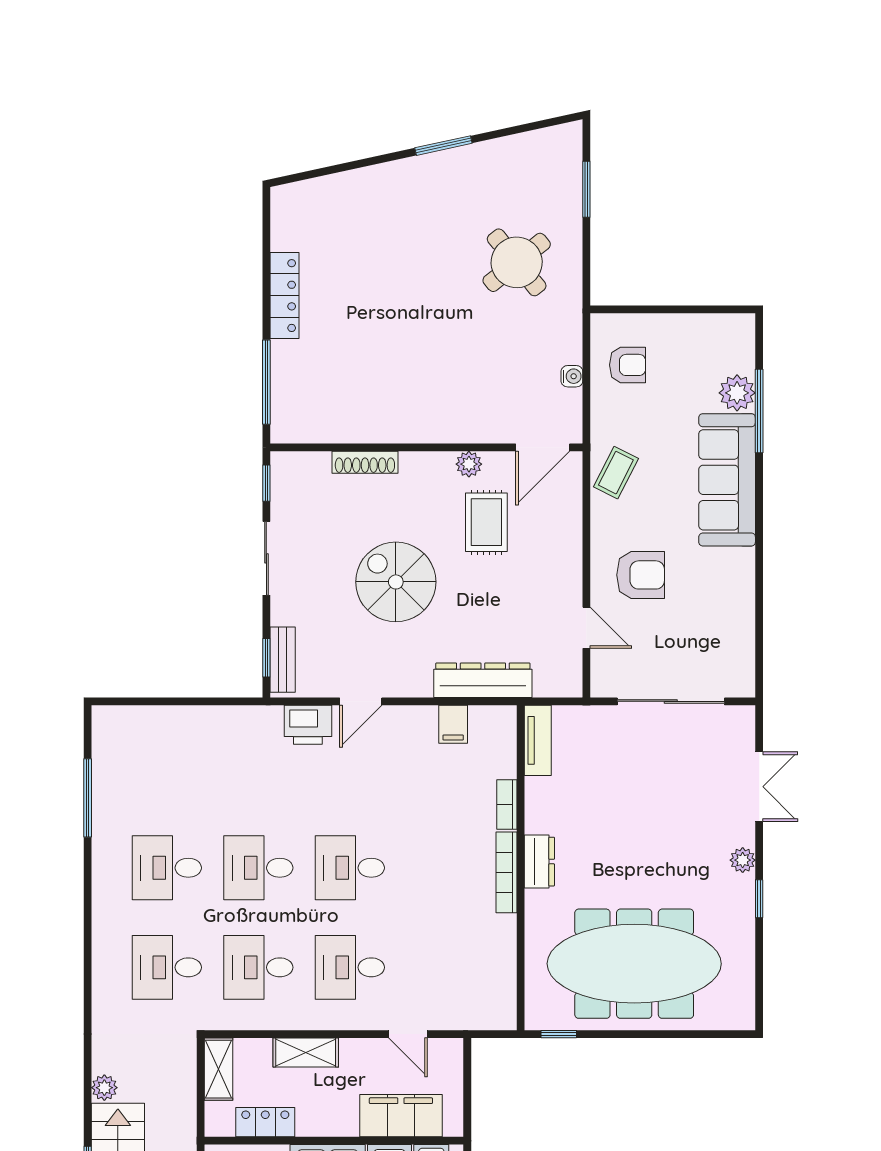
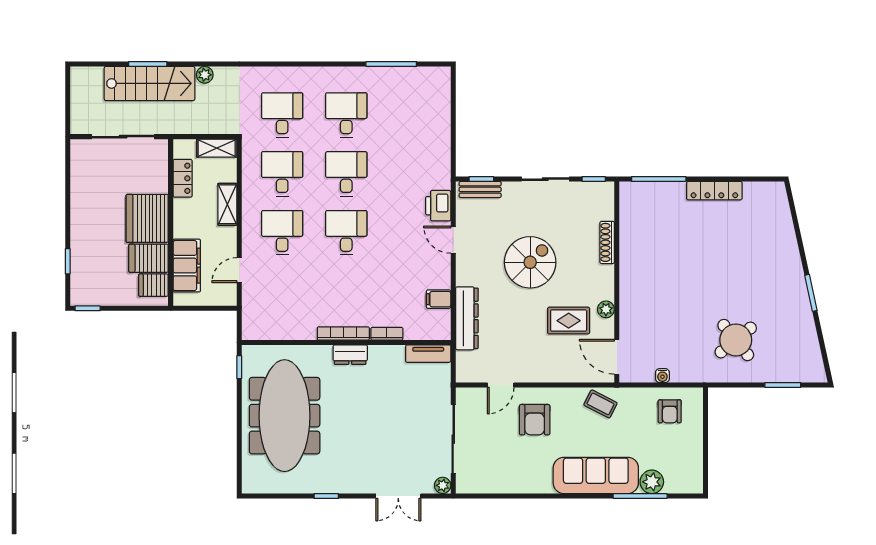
plant: (743, 860) -> (443, 485), moved

